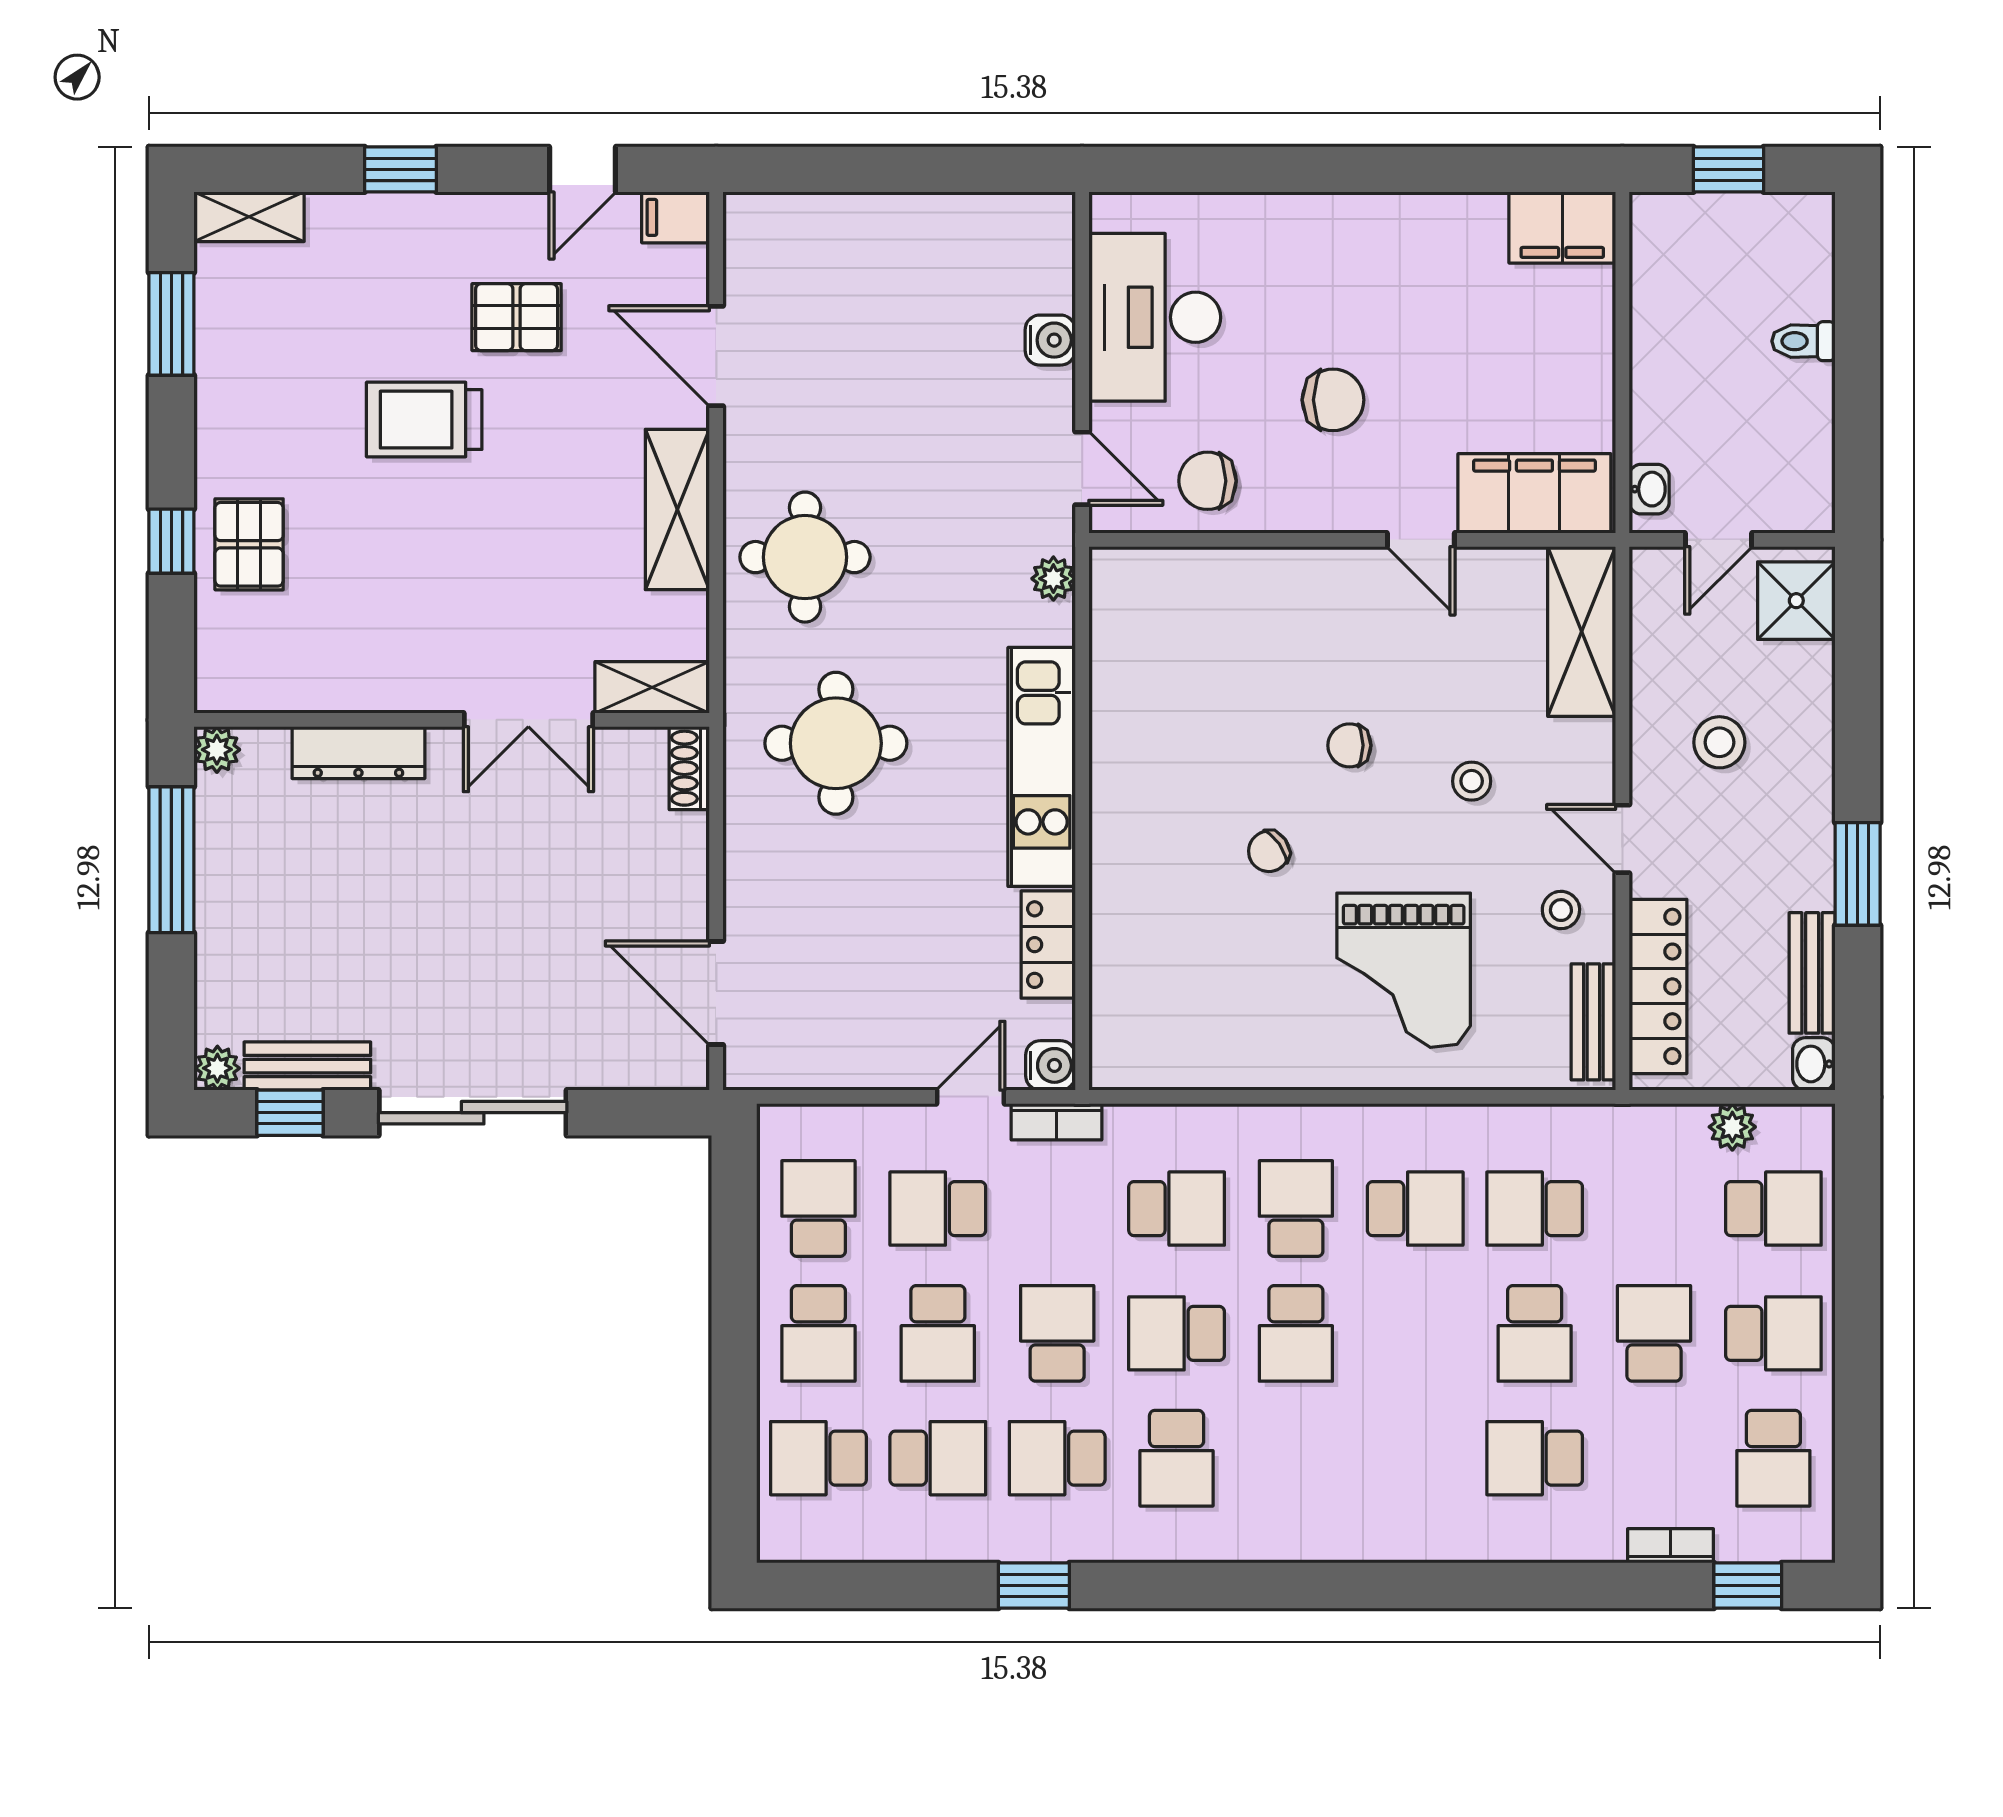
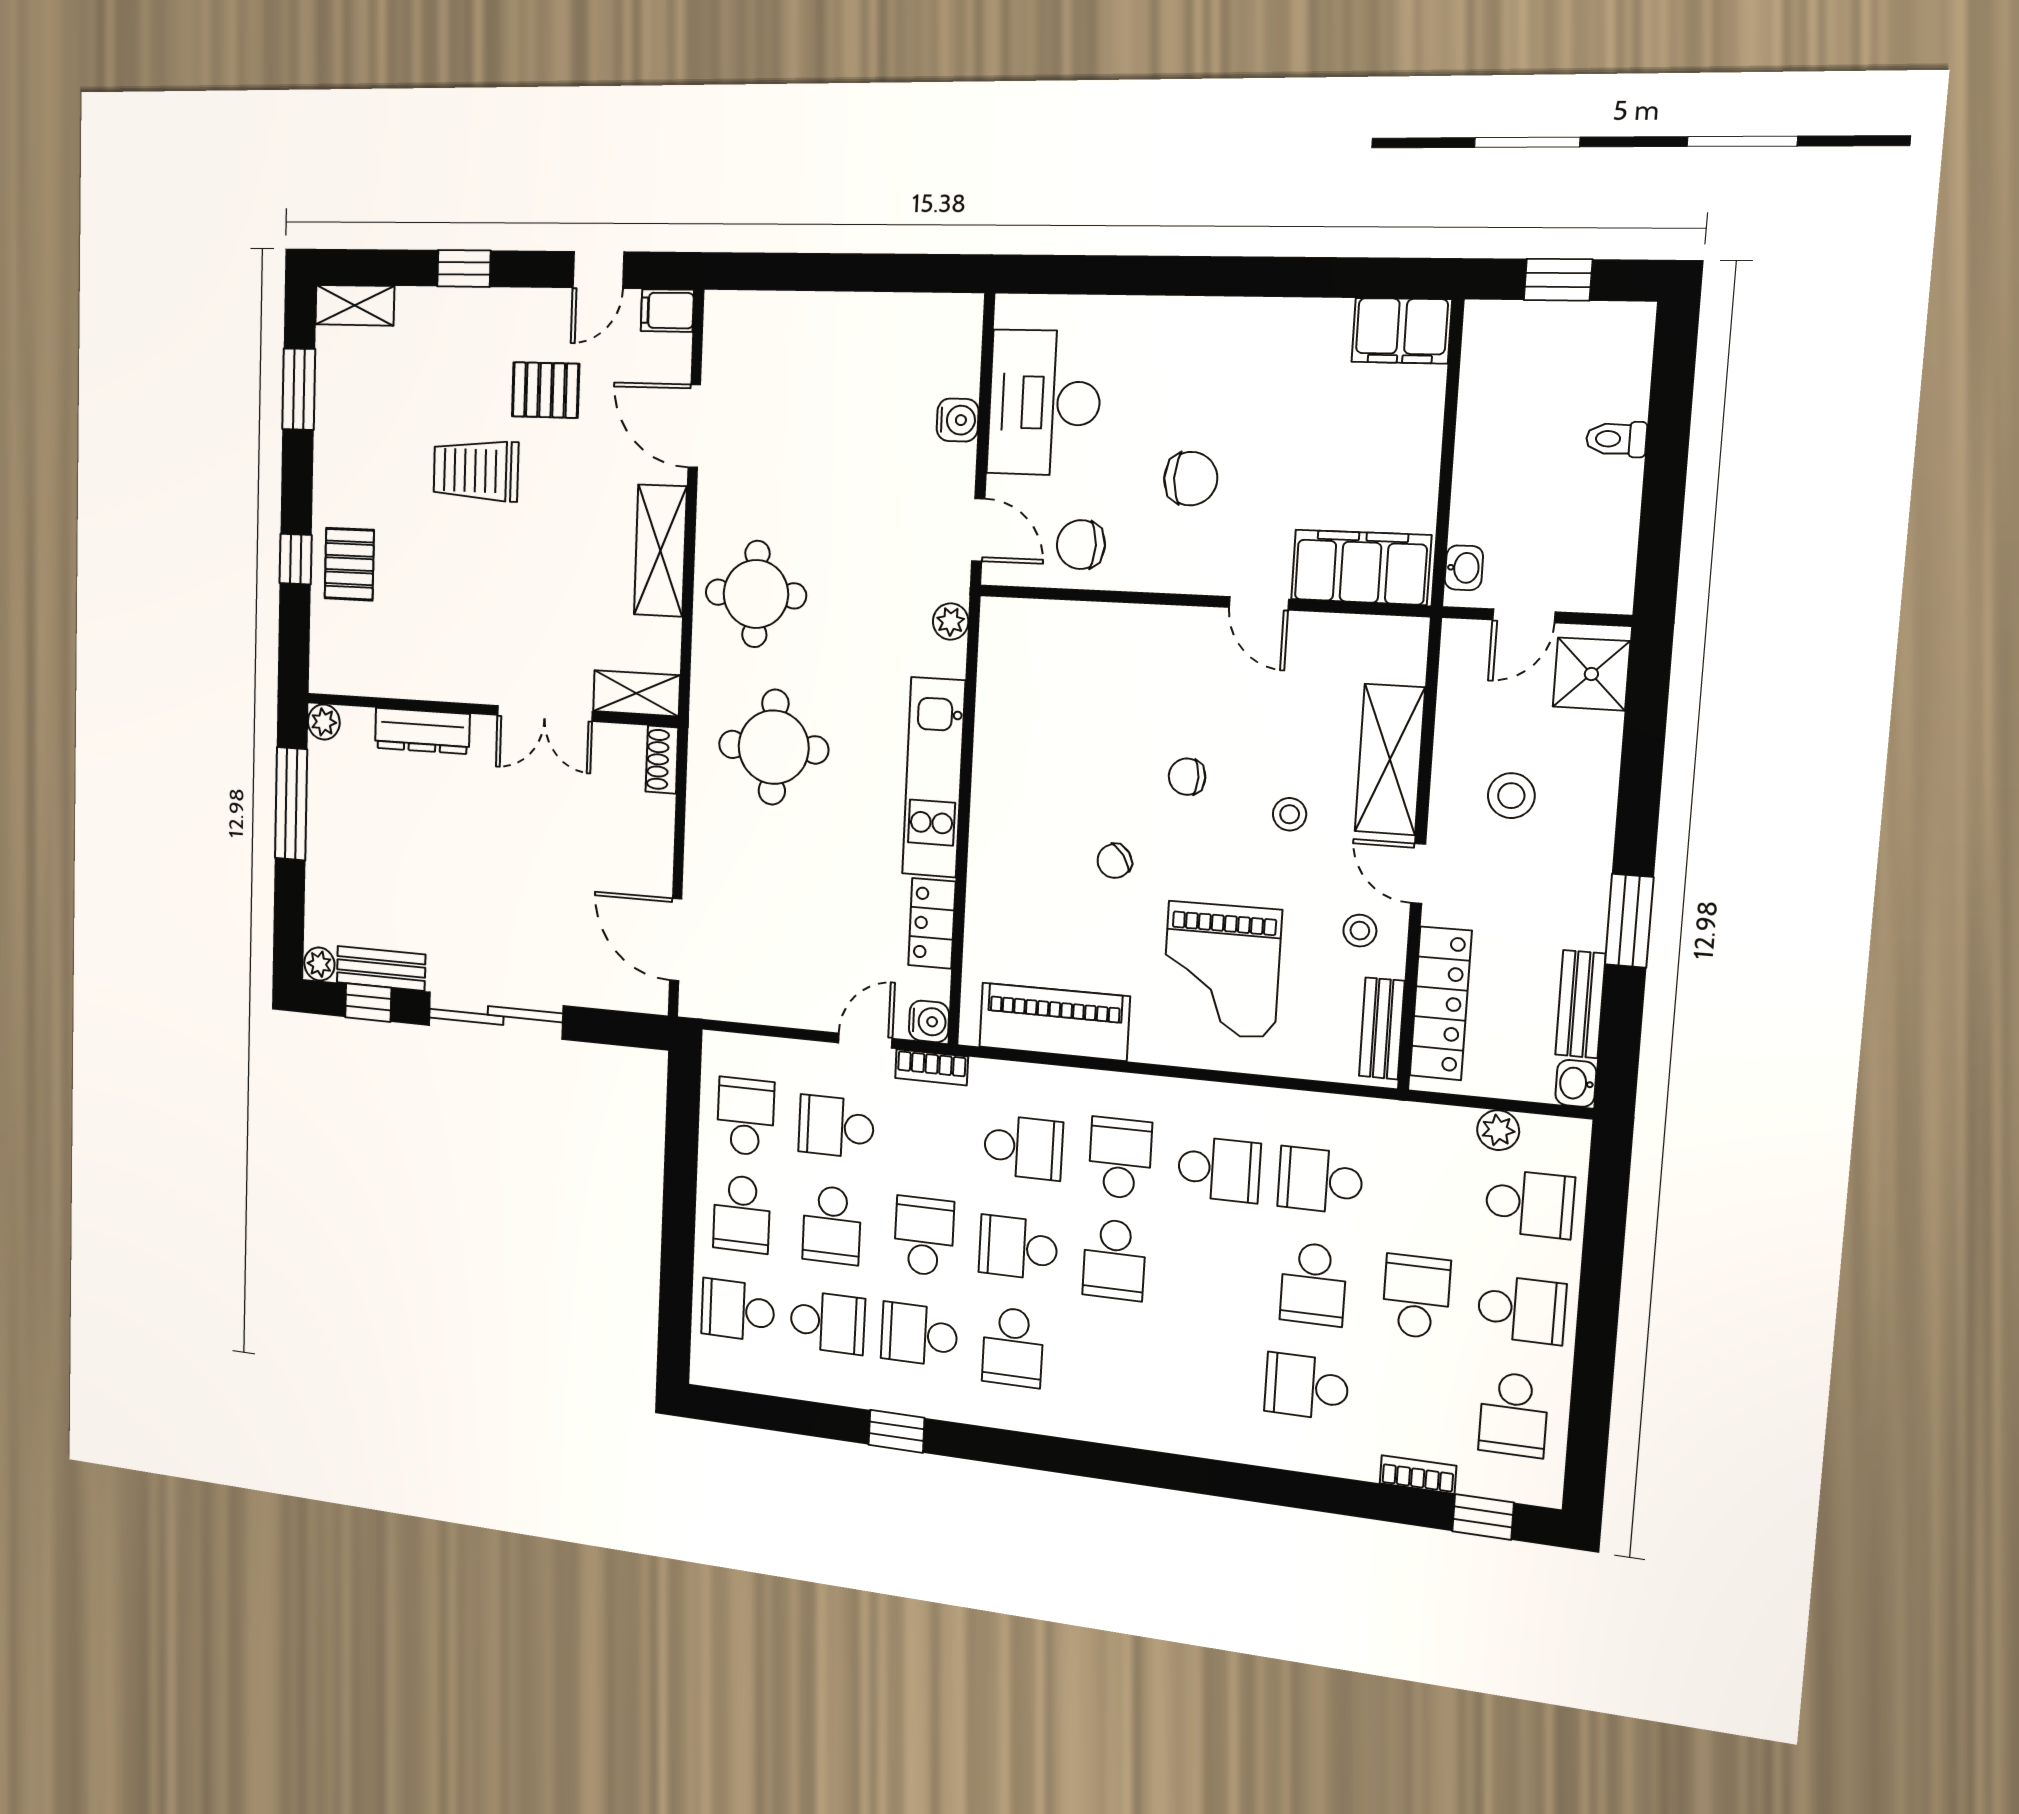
shelving: (1582, 631) -> (1390, 760), moved
piano: (1206, 1051) -> (1054, 1022), added

